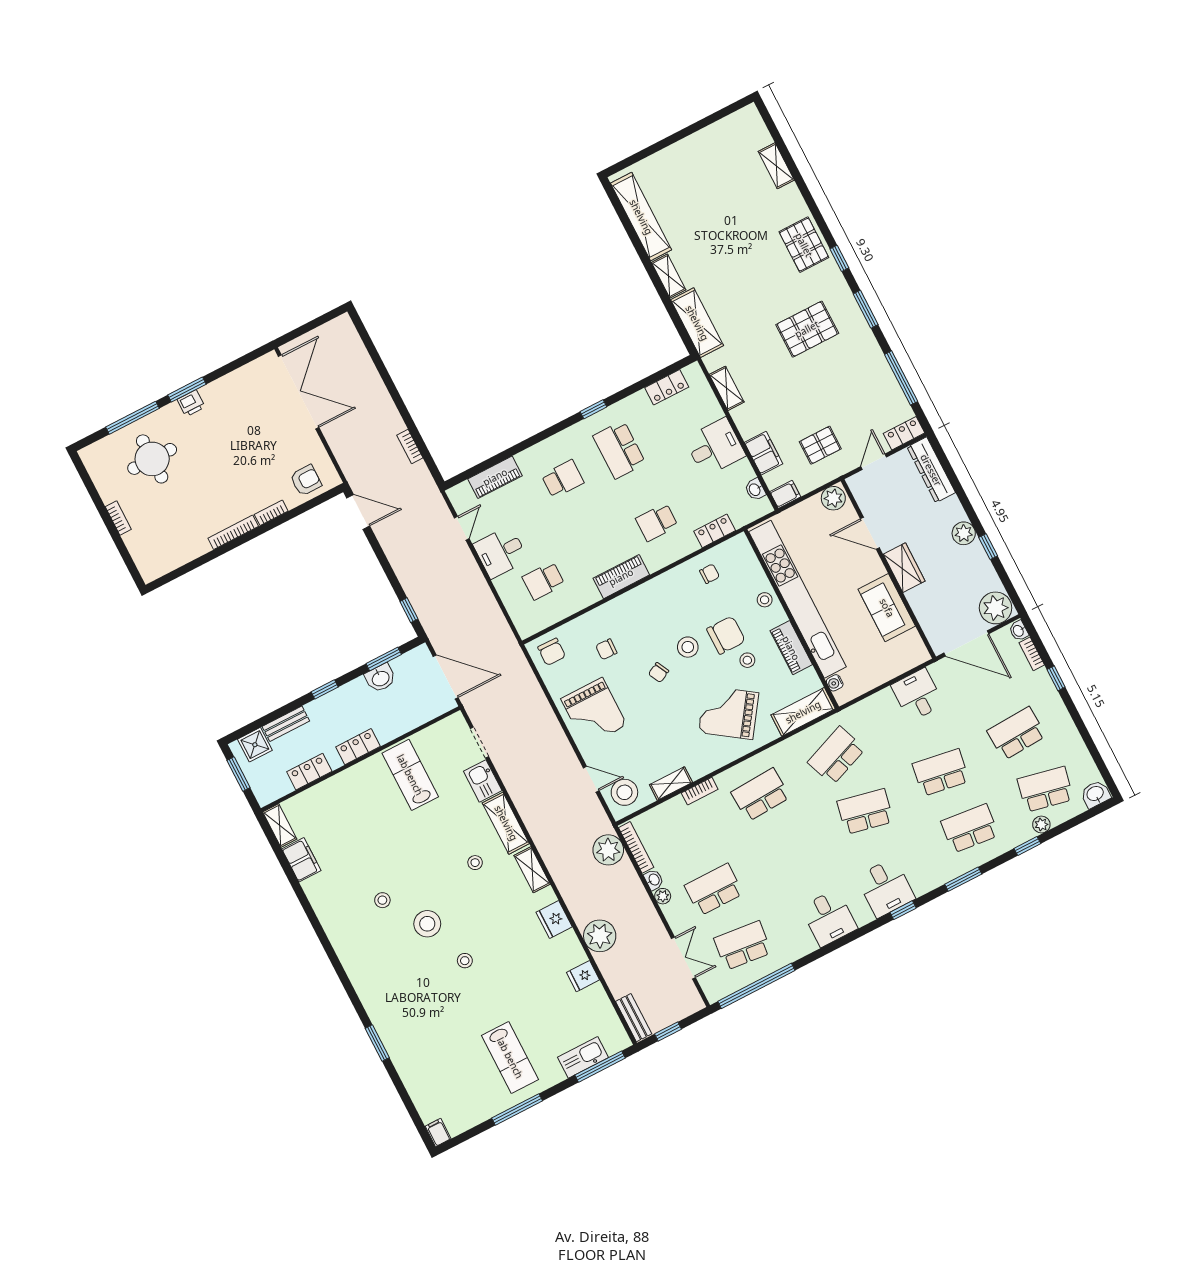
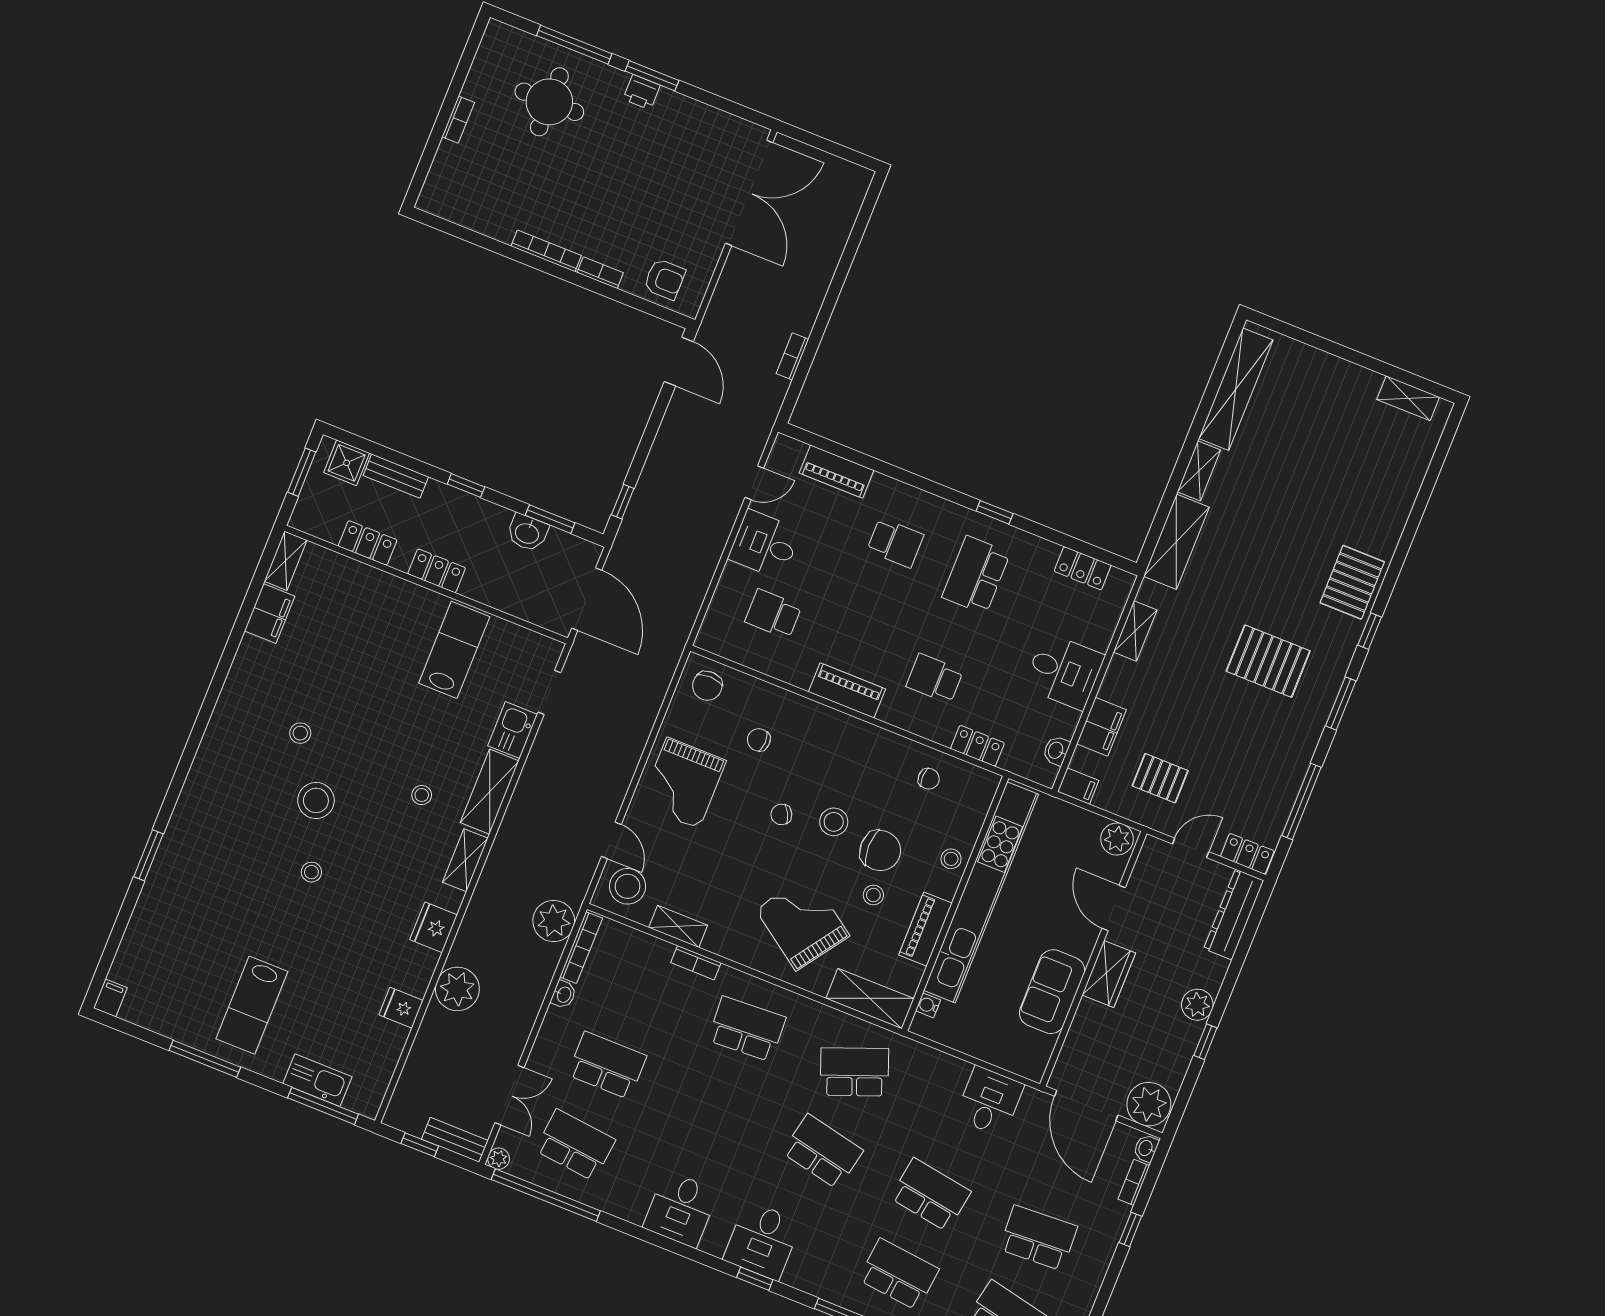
shelving: (776, 166) -> (1408, 398), moved, turned 90
plant: (663, 896) -> (499, 1159), moved
bench: (634, 1018) -> (455, 1140), moved, turned 90

